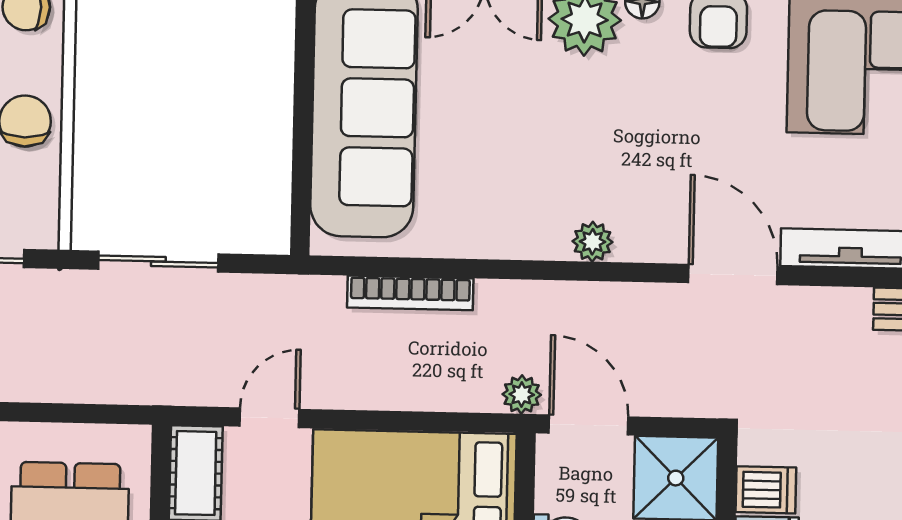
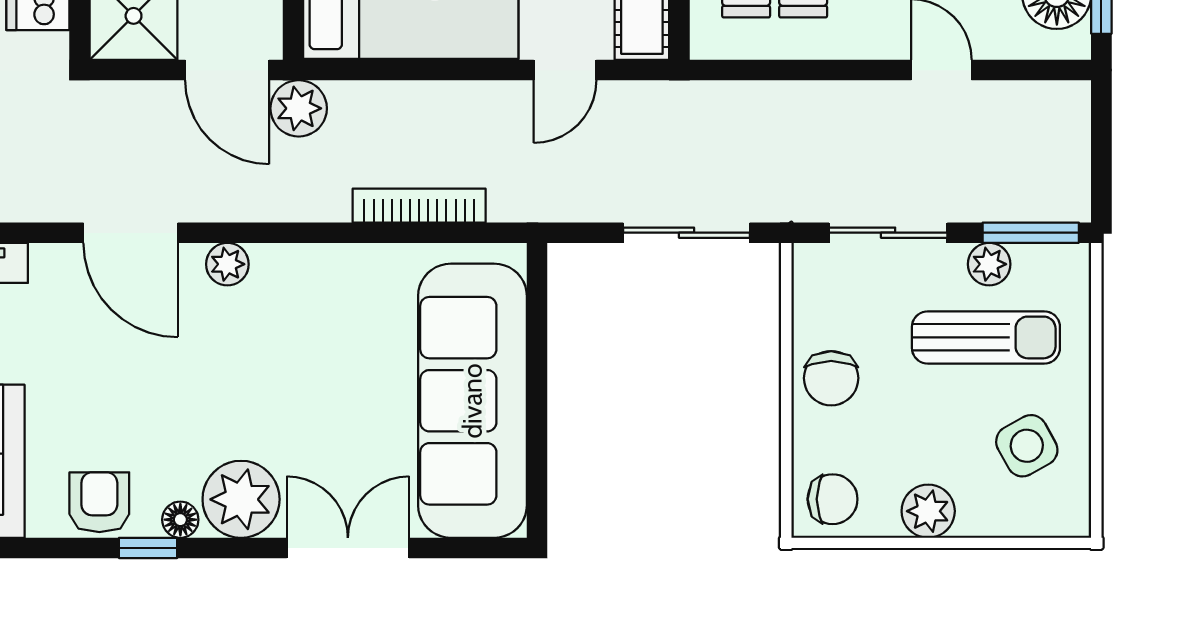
door: (733, 275) -> (131, 233), moved
plant: (522, 394) -> (299, 108), width x1.38, depth x1.38

